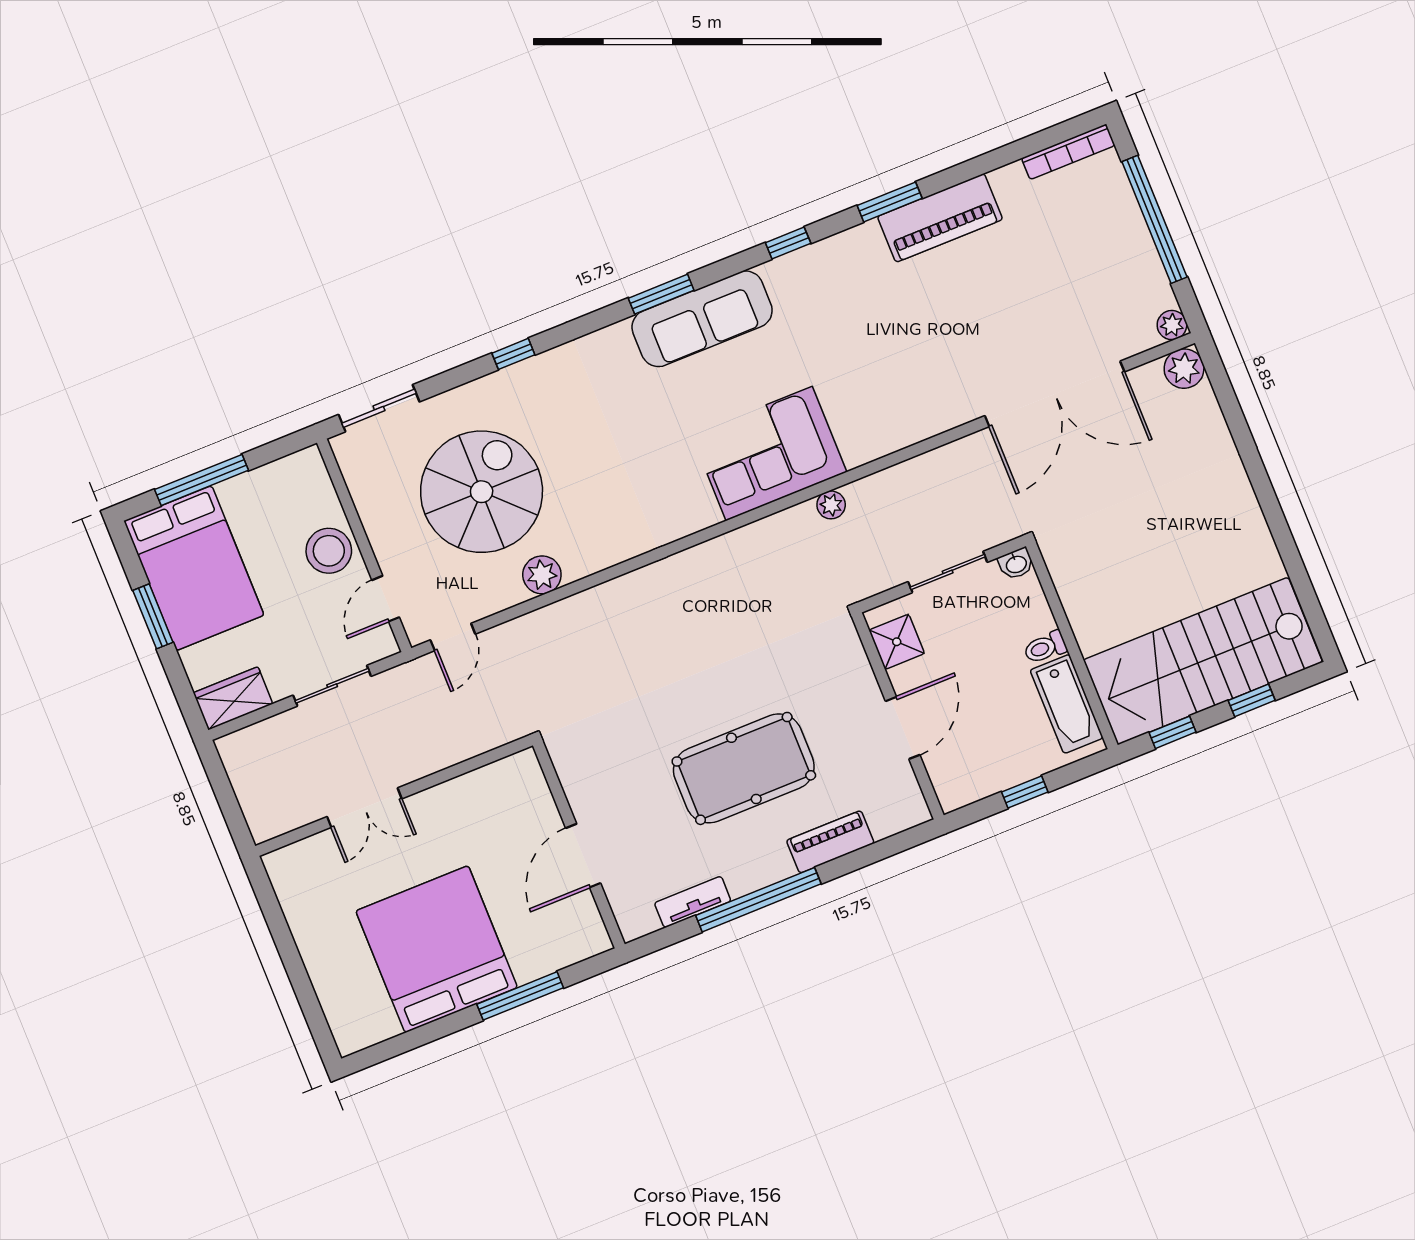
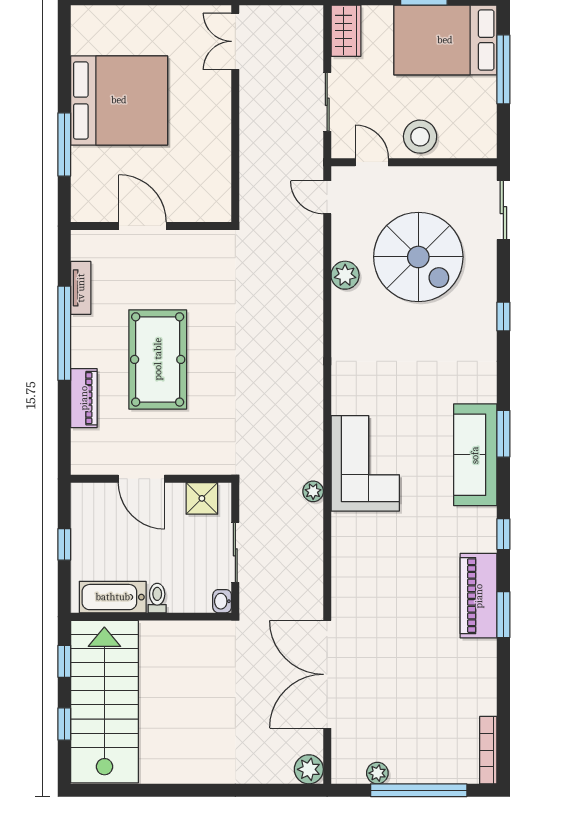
piano: (940, 218) -> (479, 596), moved
plant: (1172, 325) -> (377, 773), moved
double door: (364, 808) -> (235, 41), moved

